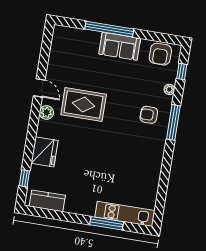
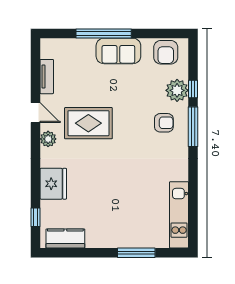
tv unit: (54, 58) -> (47, 77), added
window: (182, 72) -> (193, 89), moved
plant: (169, 89) -> (177, 90), width x1.88, depth x1.88
armchair: (149, 115) -> (164, 123), turned 180
kitchen unit: (125, 214) -> (179, 215), moved, turned -90

